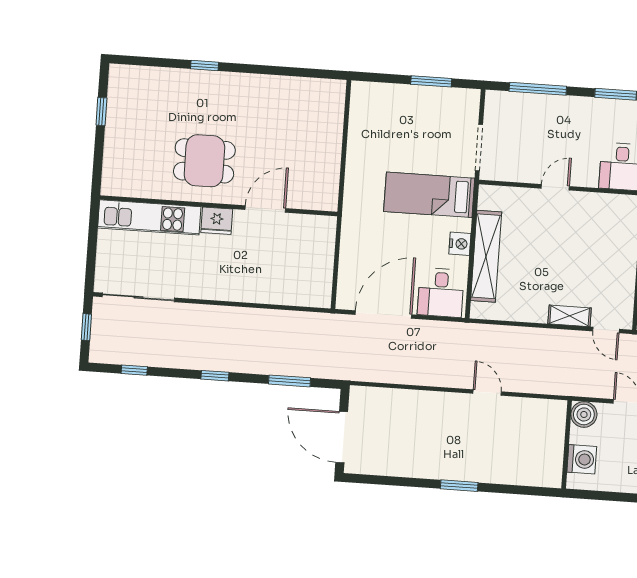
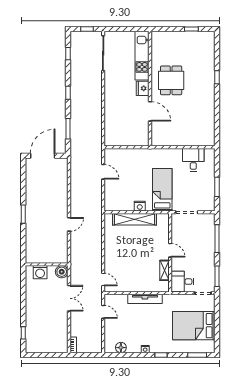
desk: (441, 293) -> (193, 160), moved, turned 90
door: (383, 315) -> (103, 172), width x0.53
shelving: (570, 316) -> (165, 270), moved
door: (606, 330) -> (103, 280), swing flipped

